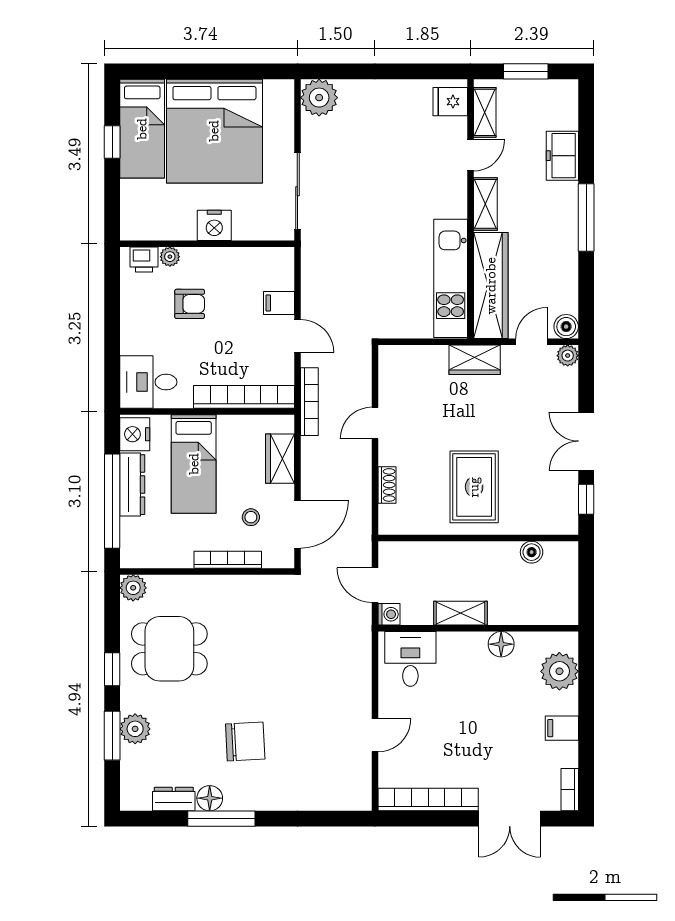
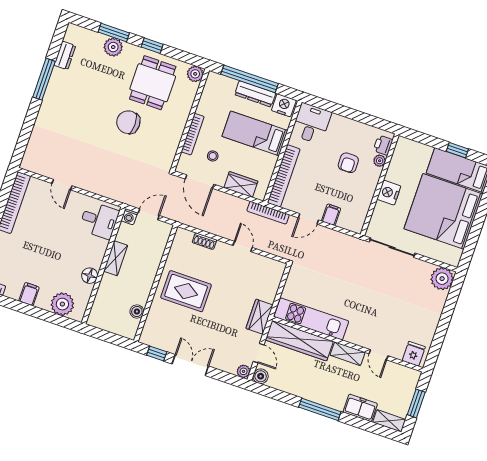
shelving: (485, 112) -> (389, 421), moved
chair: (245, 742) -> (128, 122), moved, turned 93
floor lamp: (210, 798) -> (58, 76), removed

